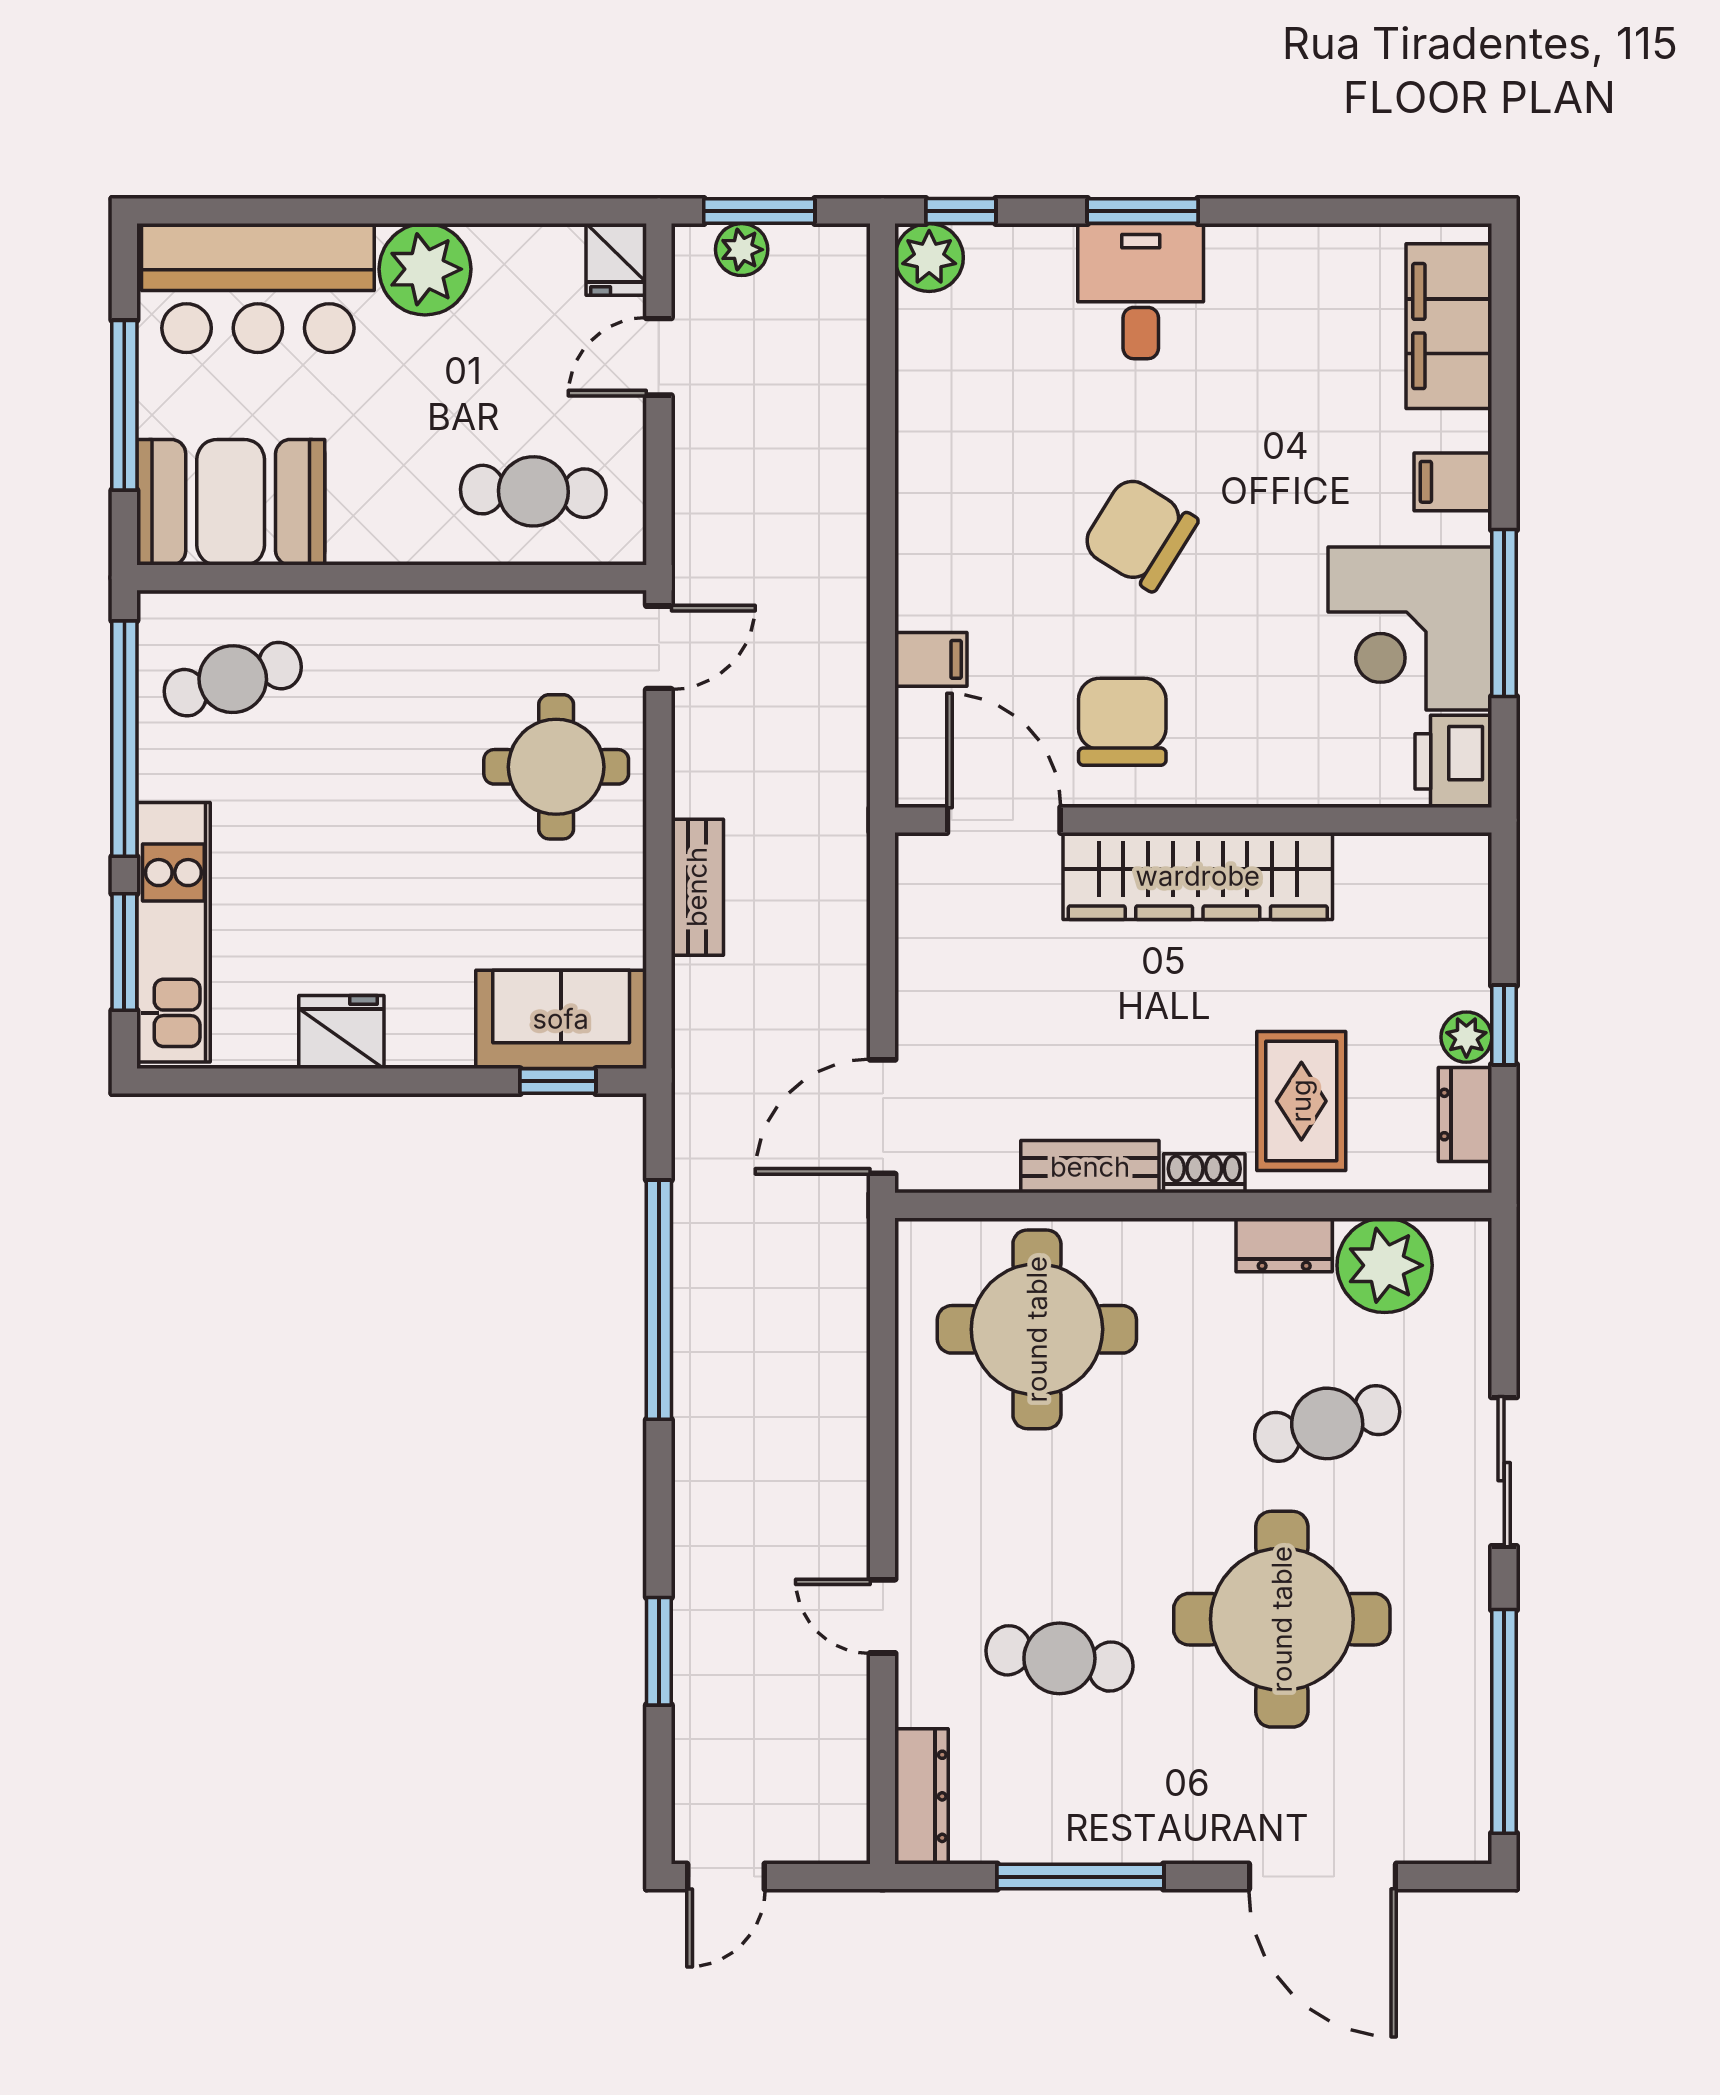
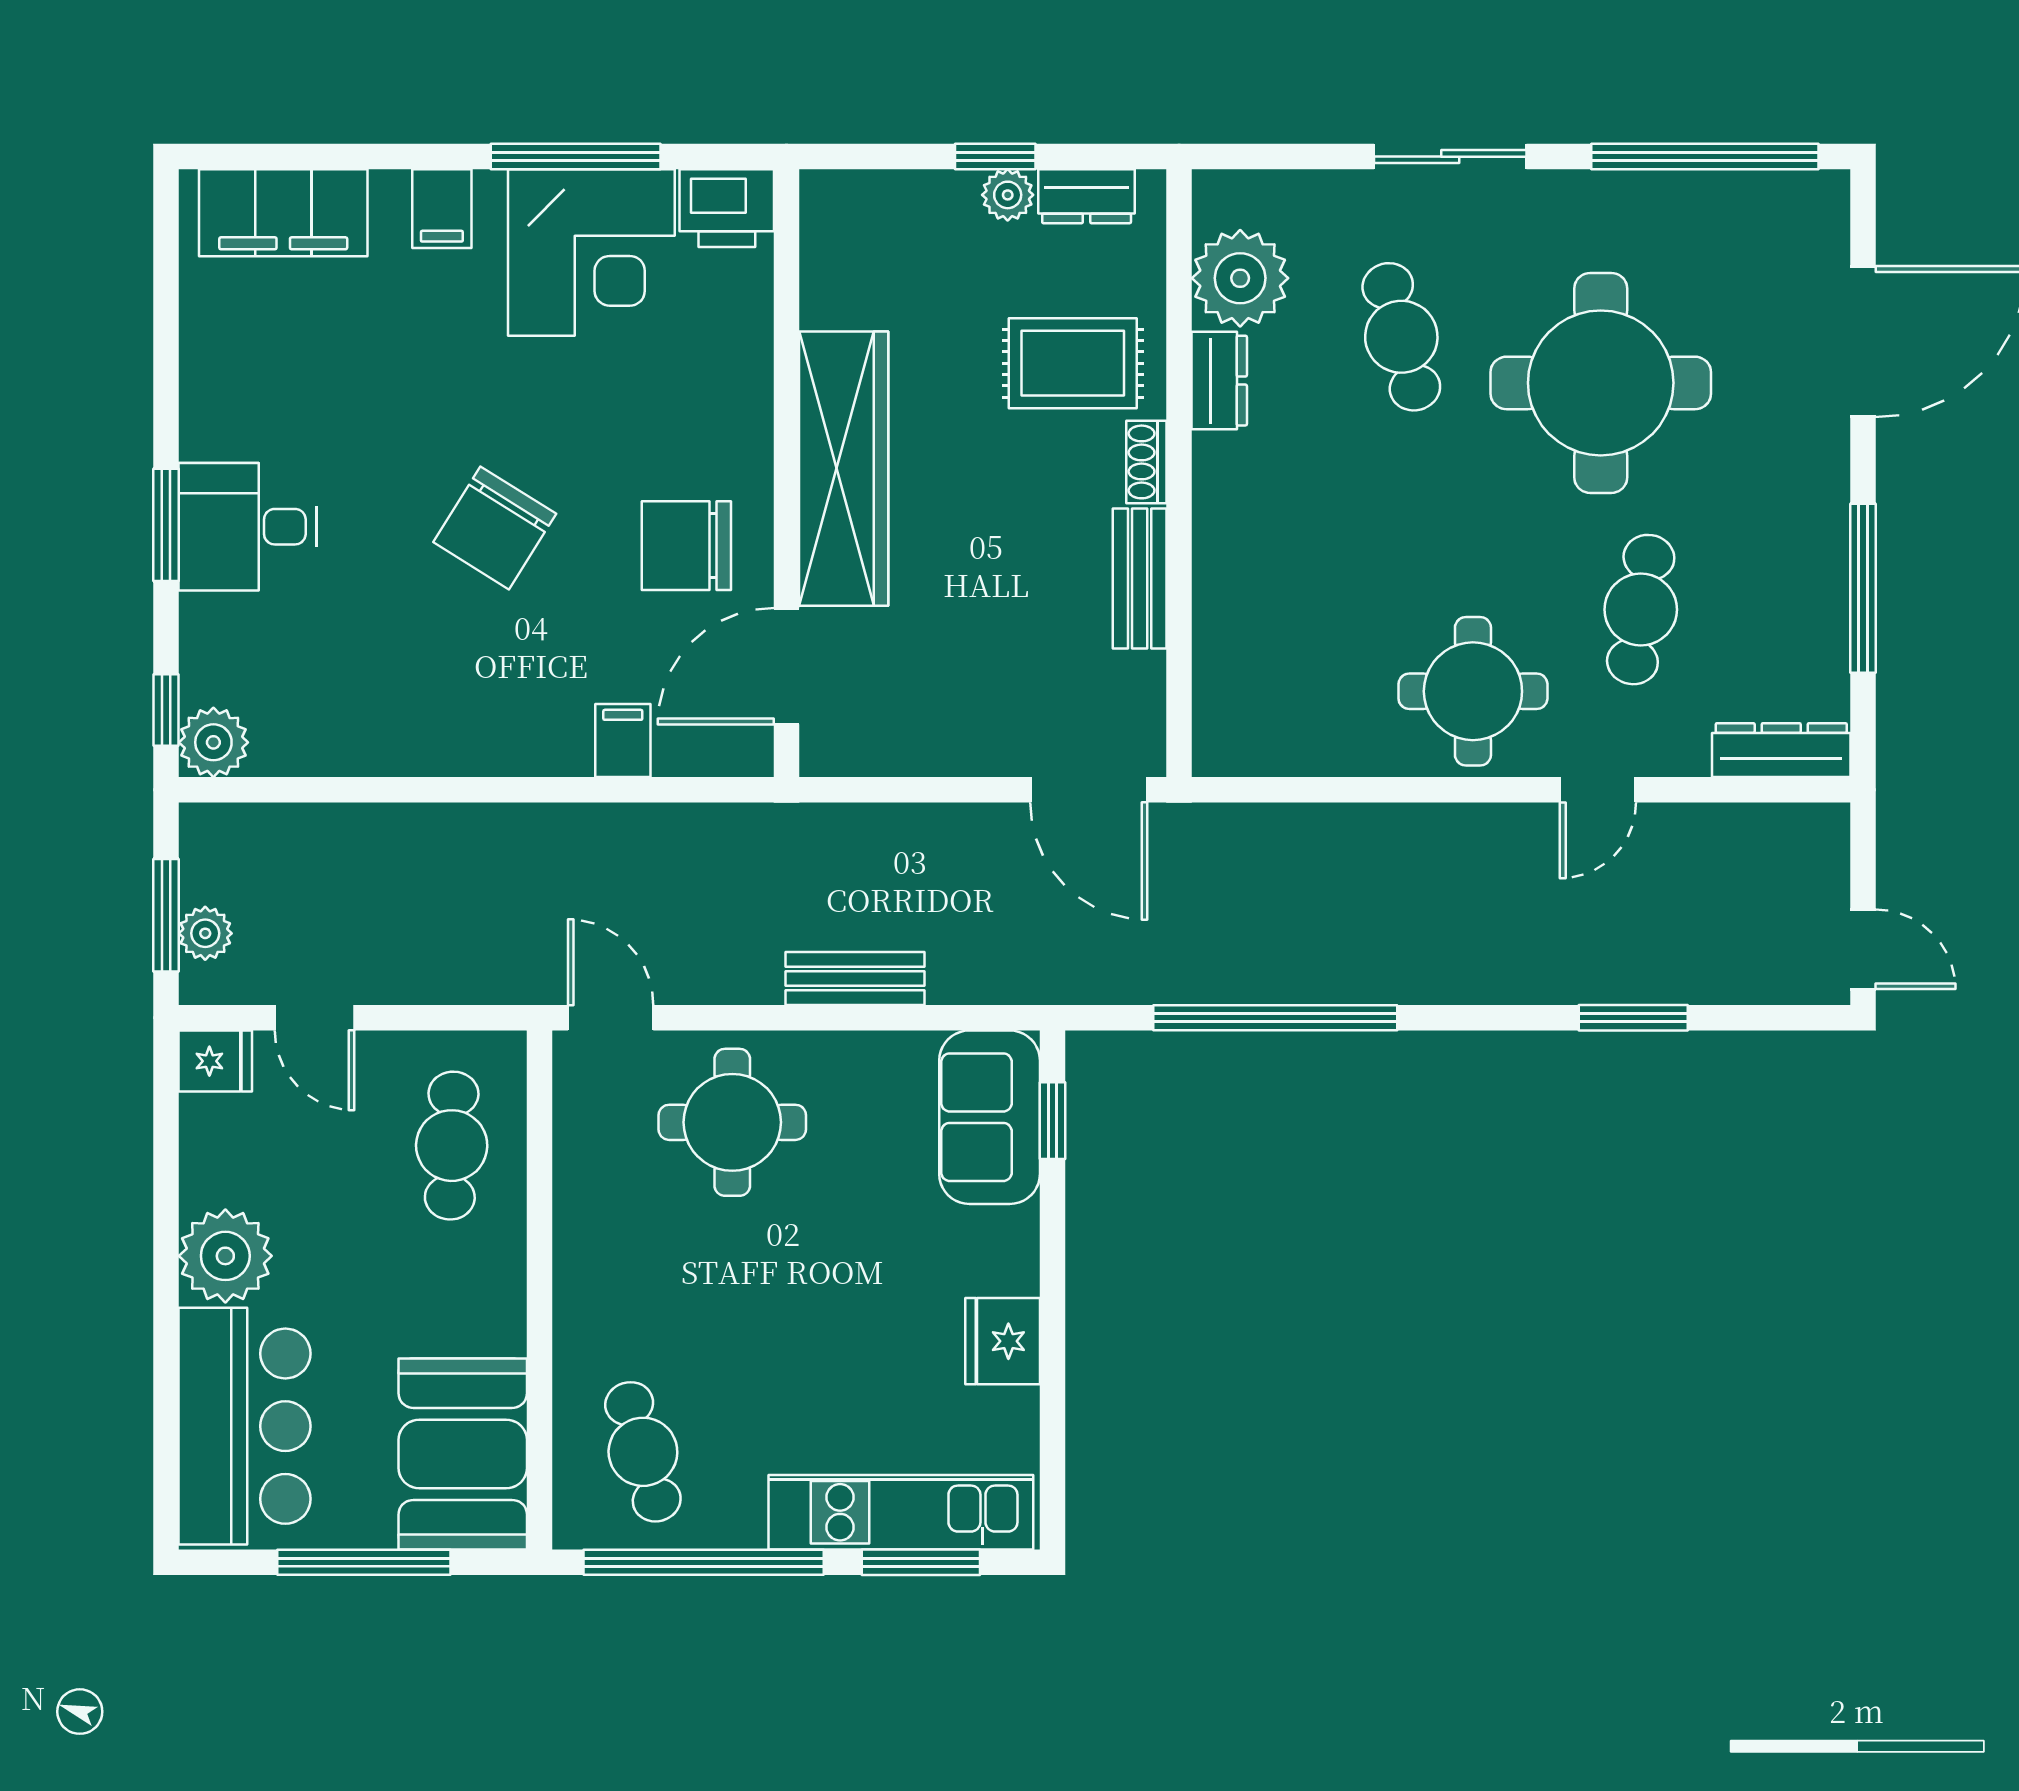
round table: (1037, 1329) -> (1473, 691), moved, width x0.73, depth x0.73

